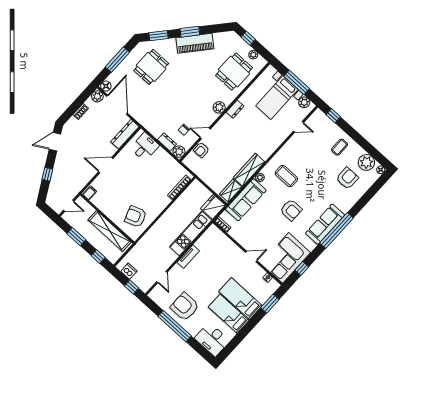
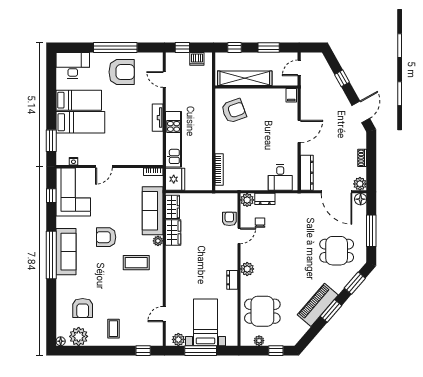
dining table: (151, 67) -> (337, 251), turned 90
dining table: (234, 71) -> (262, 311), turned 90
wardrobe: (249, 170) -> (173, 233), width x0.67

